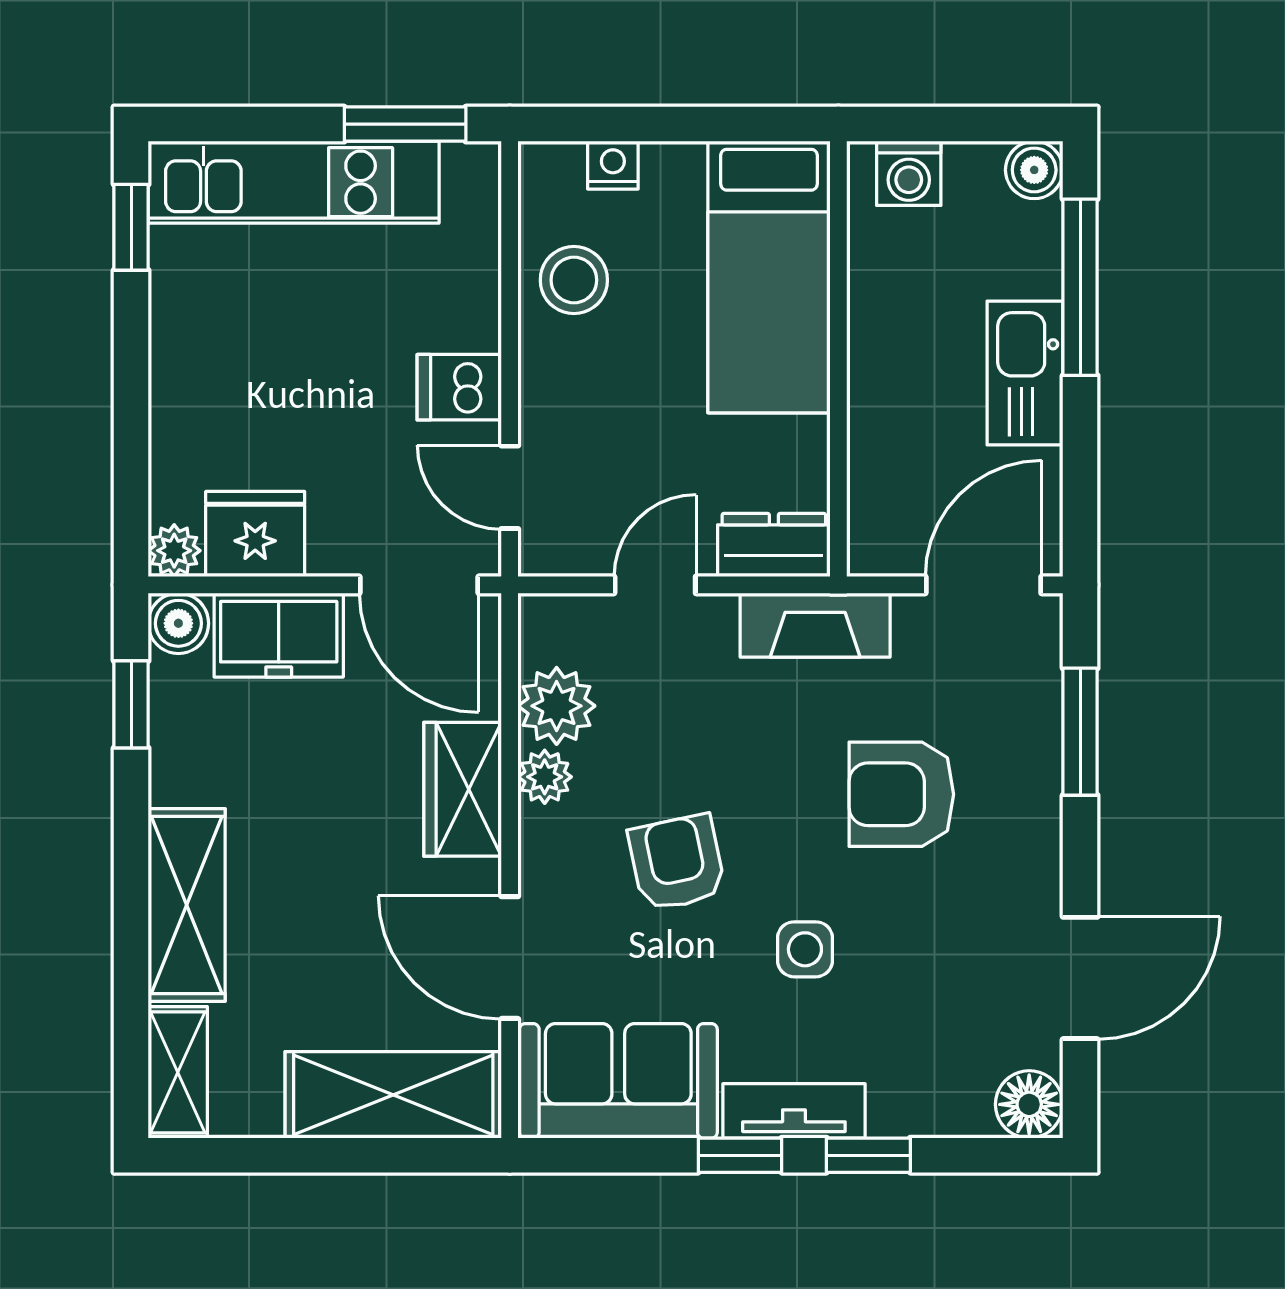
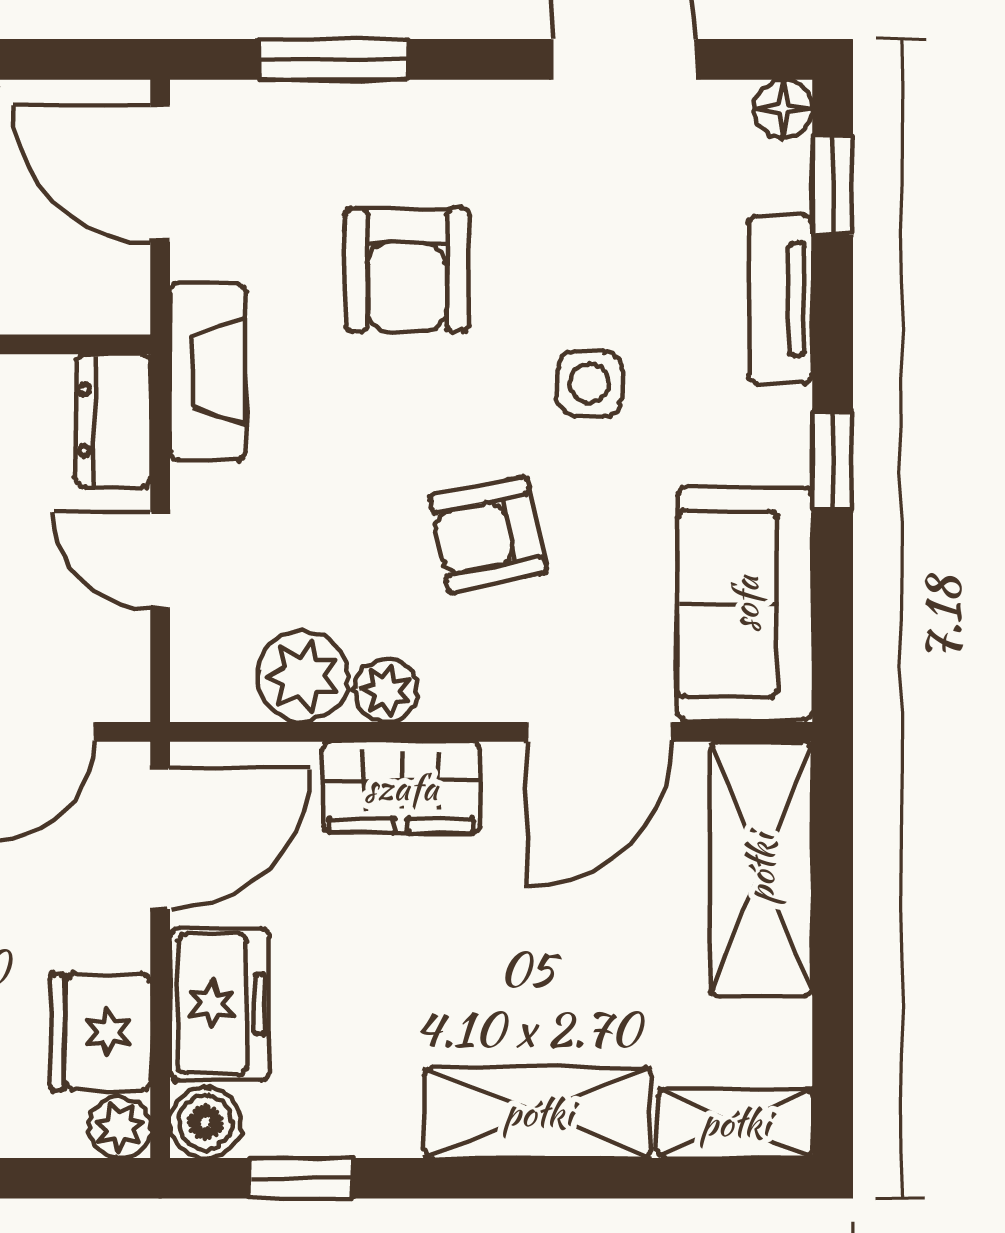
floor lamp: (1029, 1104) -> (783, 109), width x0.73, depth x0.73
tv unit: (794, 1111) -> (780, 299), moved
window: (868, 1155) -> (833, 185), moved

